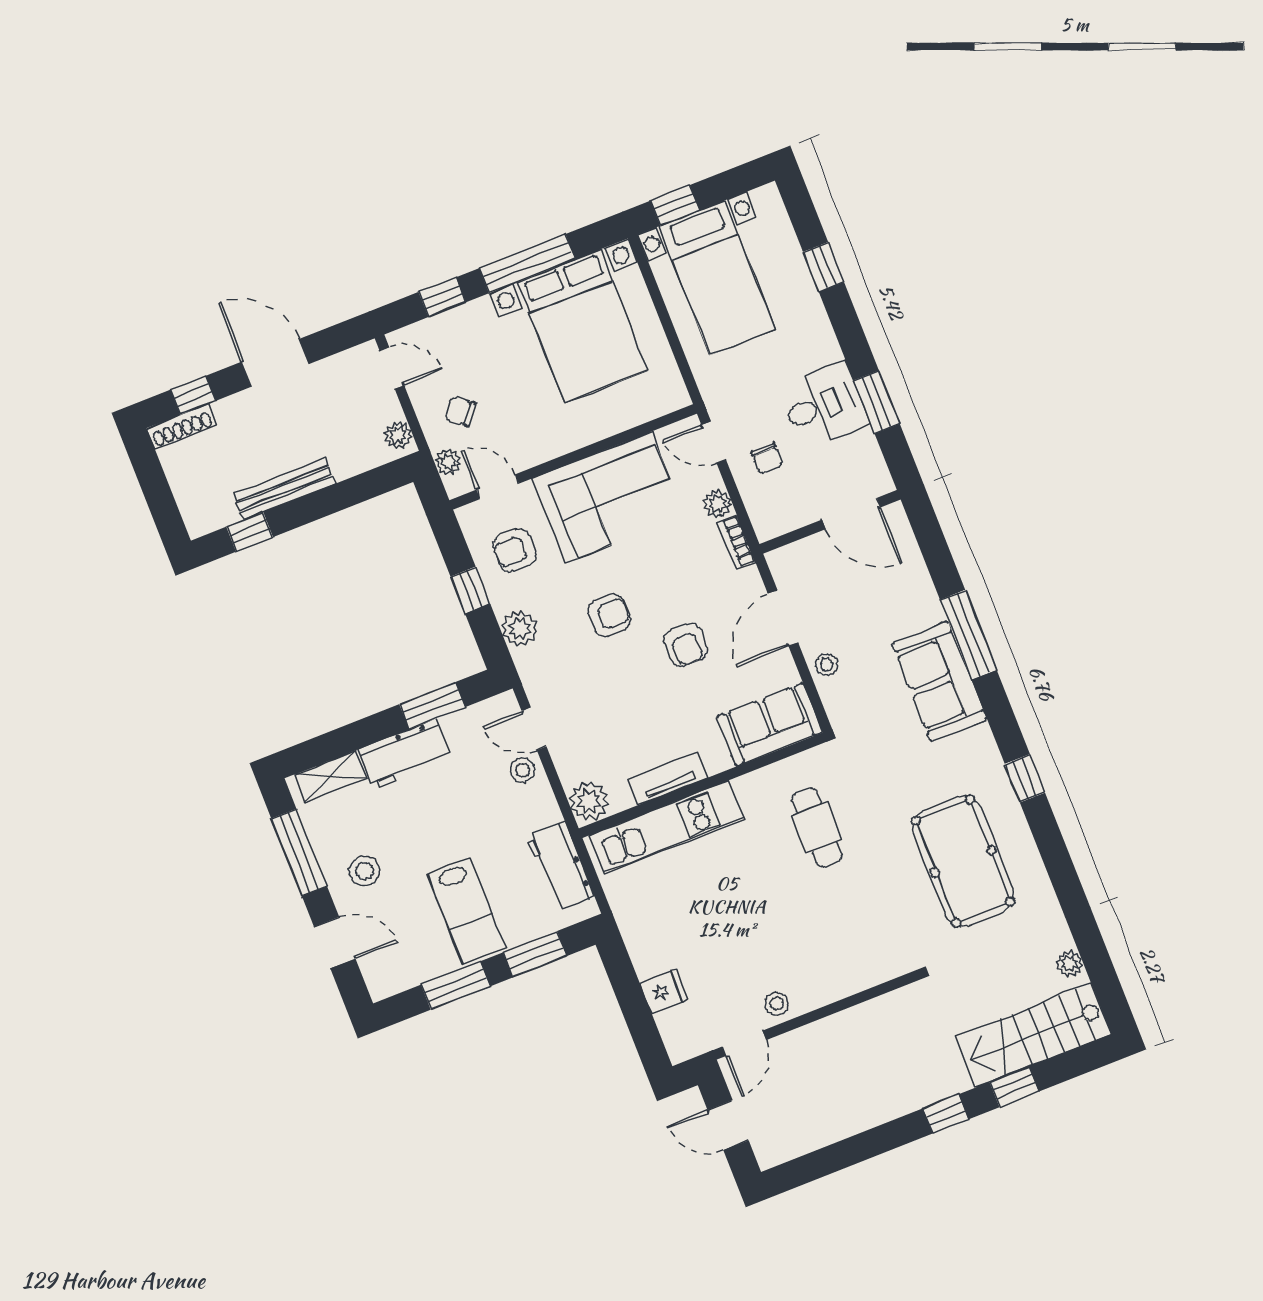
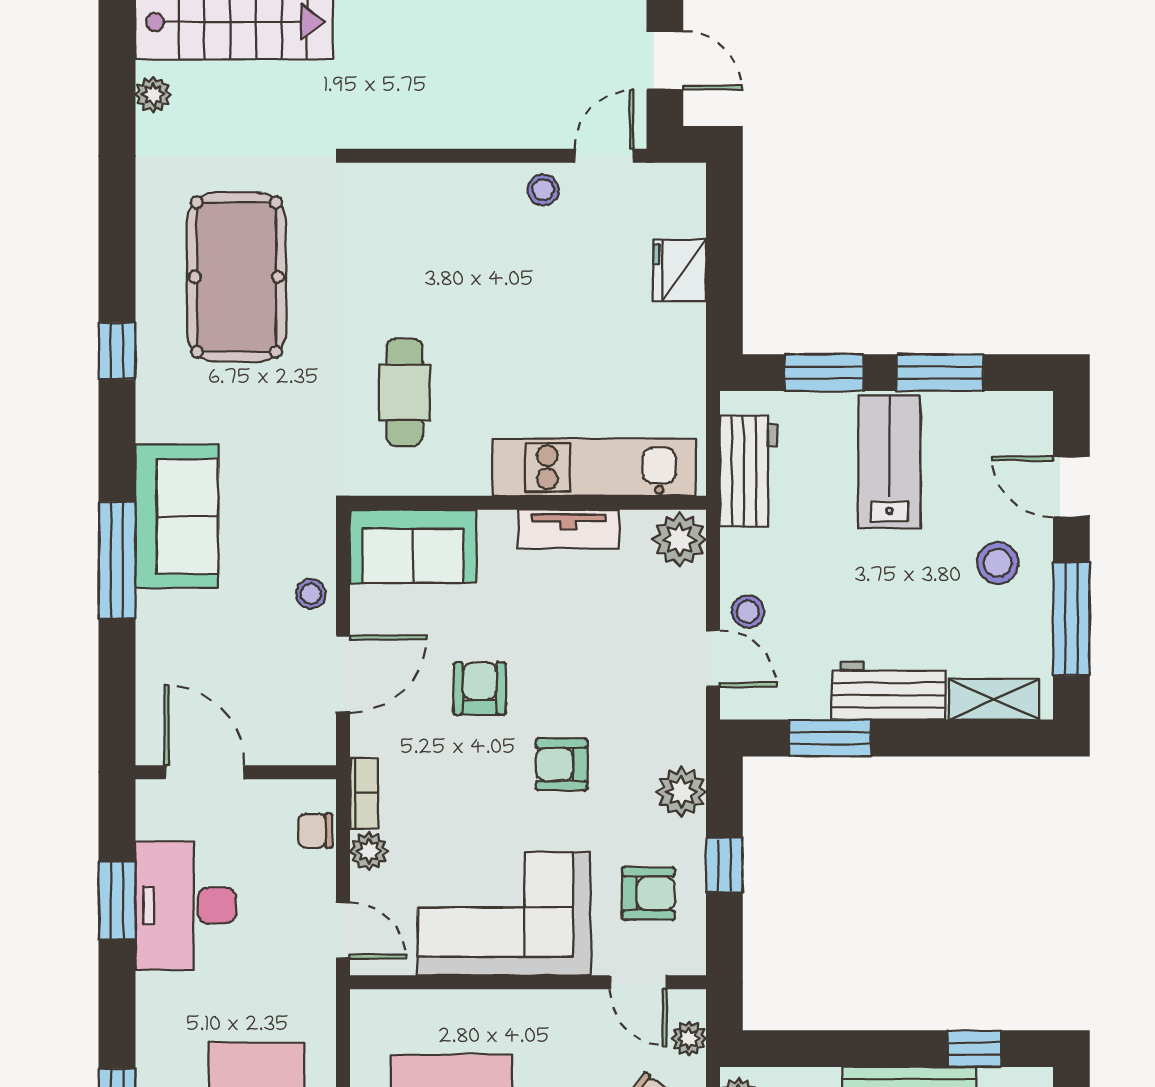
desk: (824, 405) -> (186, 906), width x1.37
chair: (767, 459) -> (315, 831), moved, turned -90
fridge: (664, 991) -> (680, 270), width x1.38

